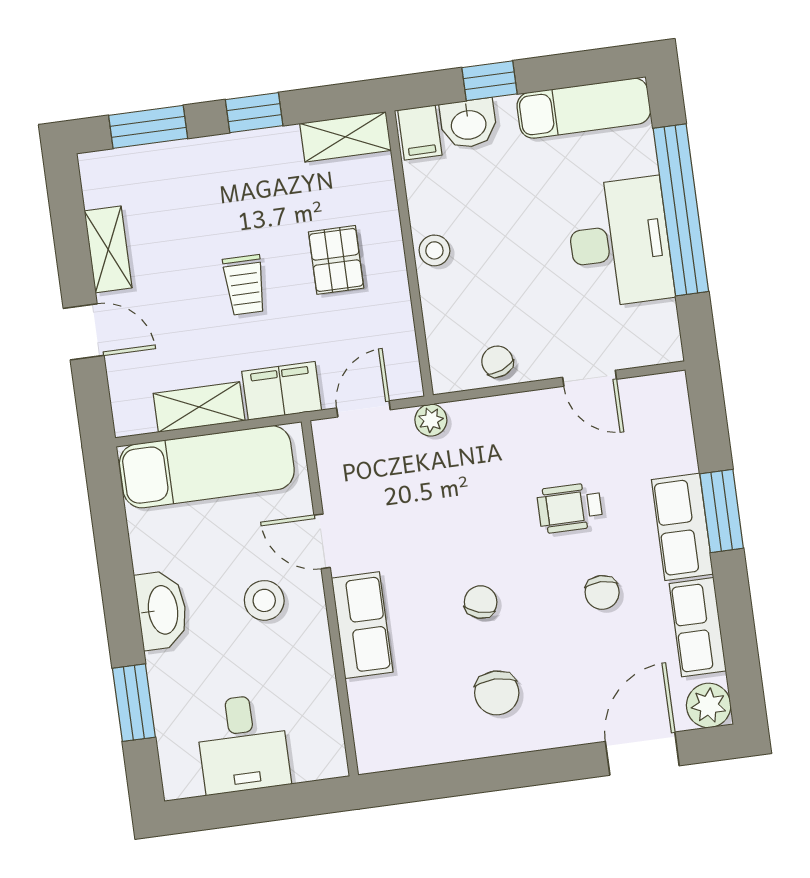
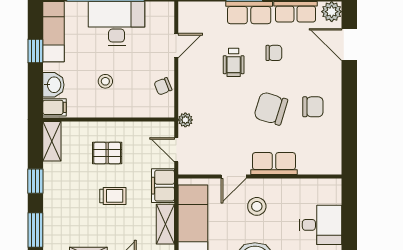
window: (489, 81) -> (35, 51), moved
stool: (434, 250) -> (105, 81), moved
chair: (481, 602) -> (271, 109), width x1.87, depth x1.87

